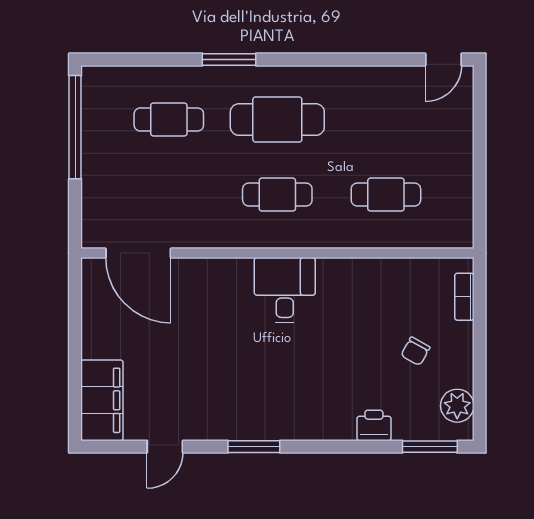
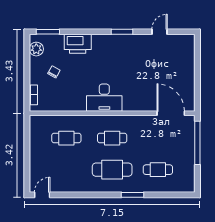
window: (75, 127) -> (197, 143), moved
desk: (285, 290) -> (104, 98), width x1.37
filing cabinet: (102, 400) -> (186, 51), removed
printer: (374, 425) -> (78, 44), width x1.87, depth x1.48

